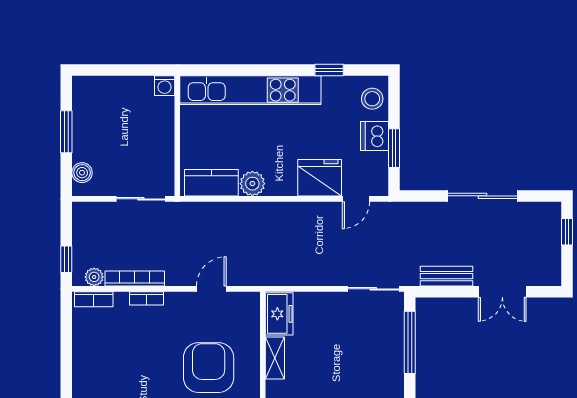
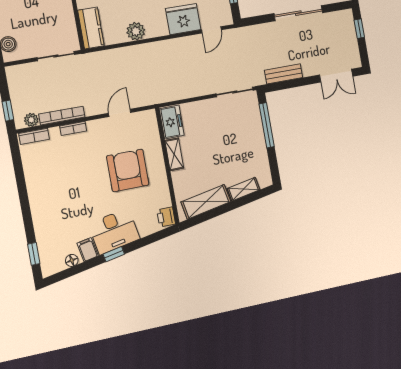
kitchen counter: (211, 183) -> (91, 28), moved, turned 90
double door: (502, 292) -> (336, 76), moved

